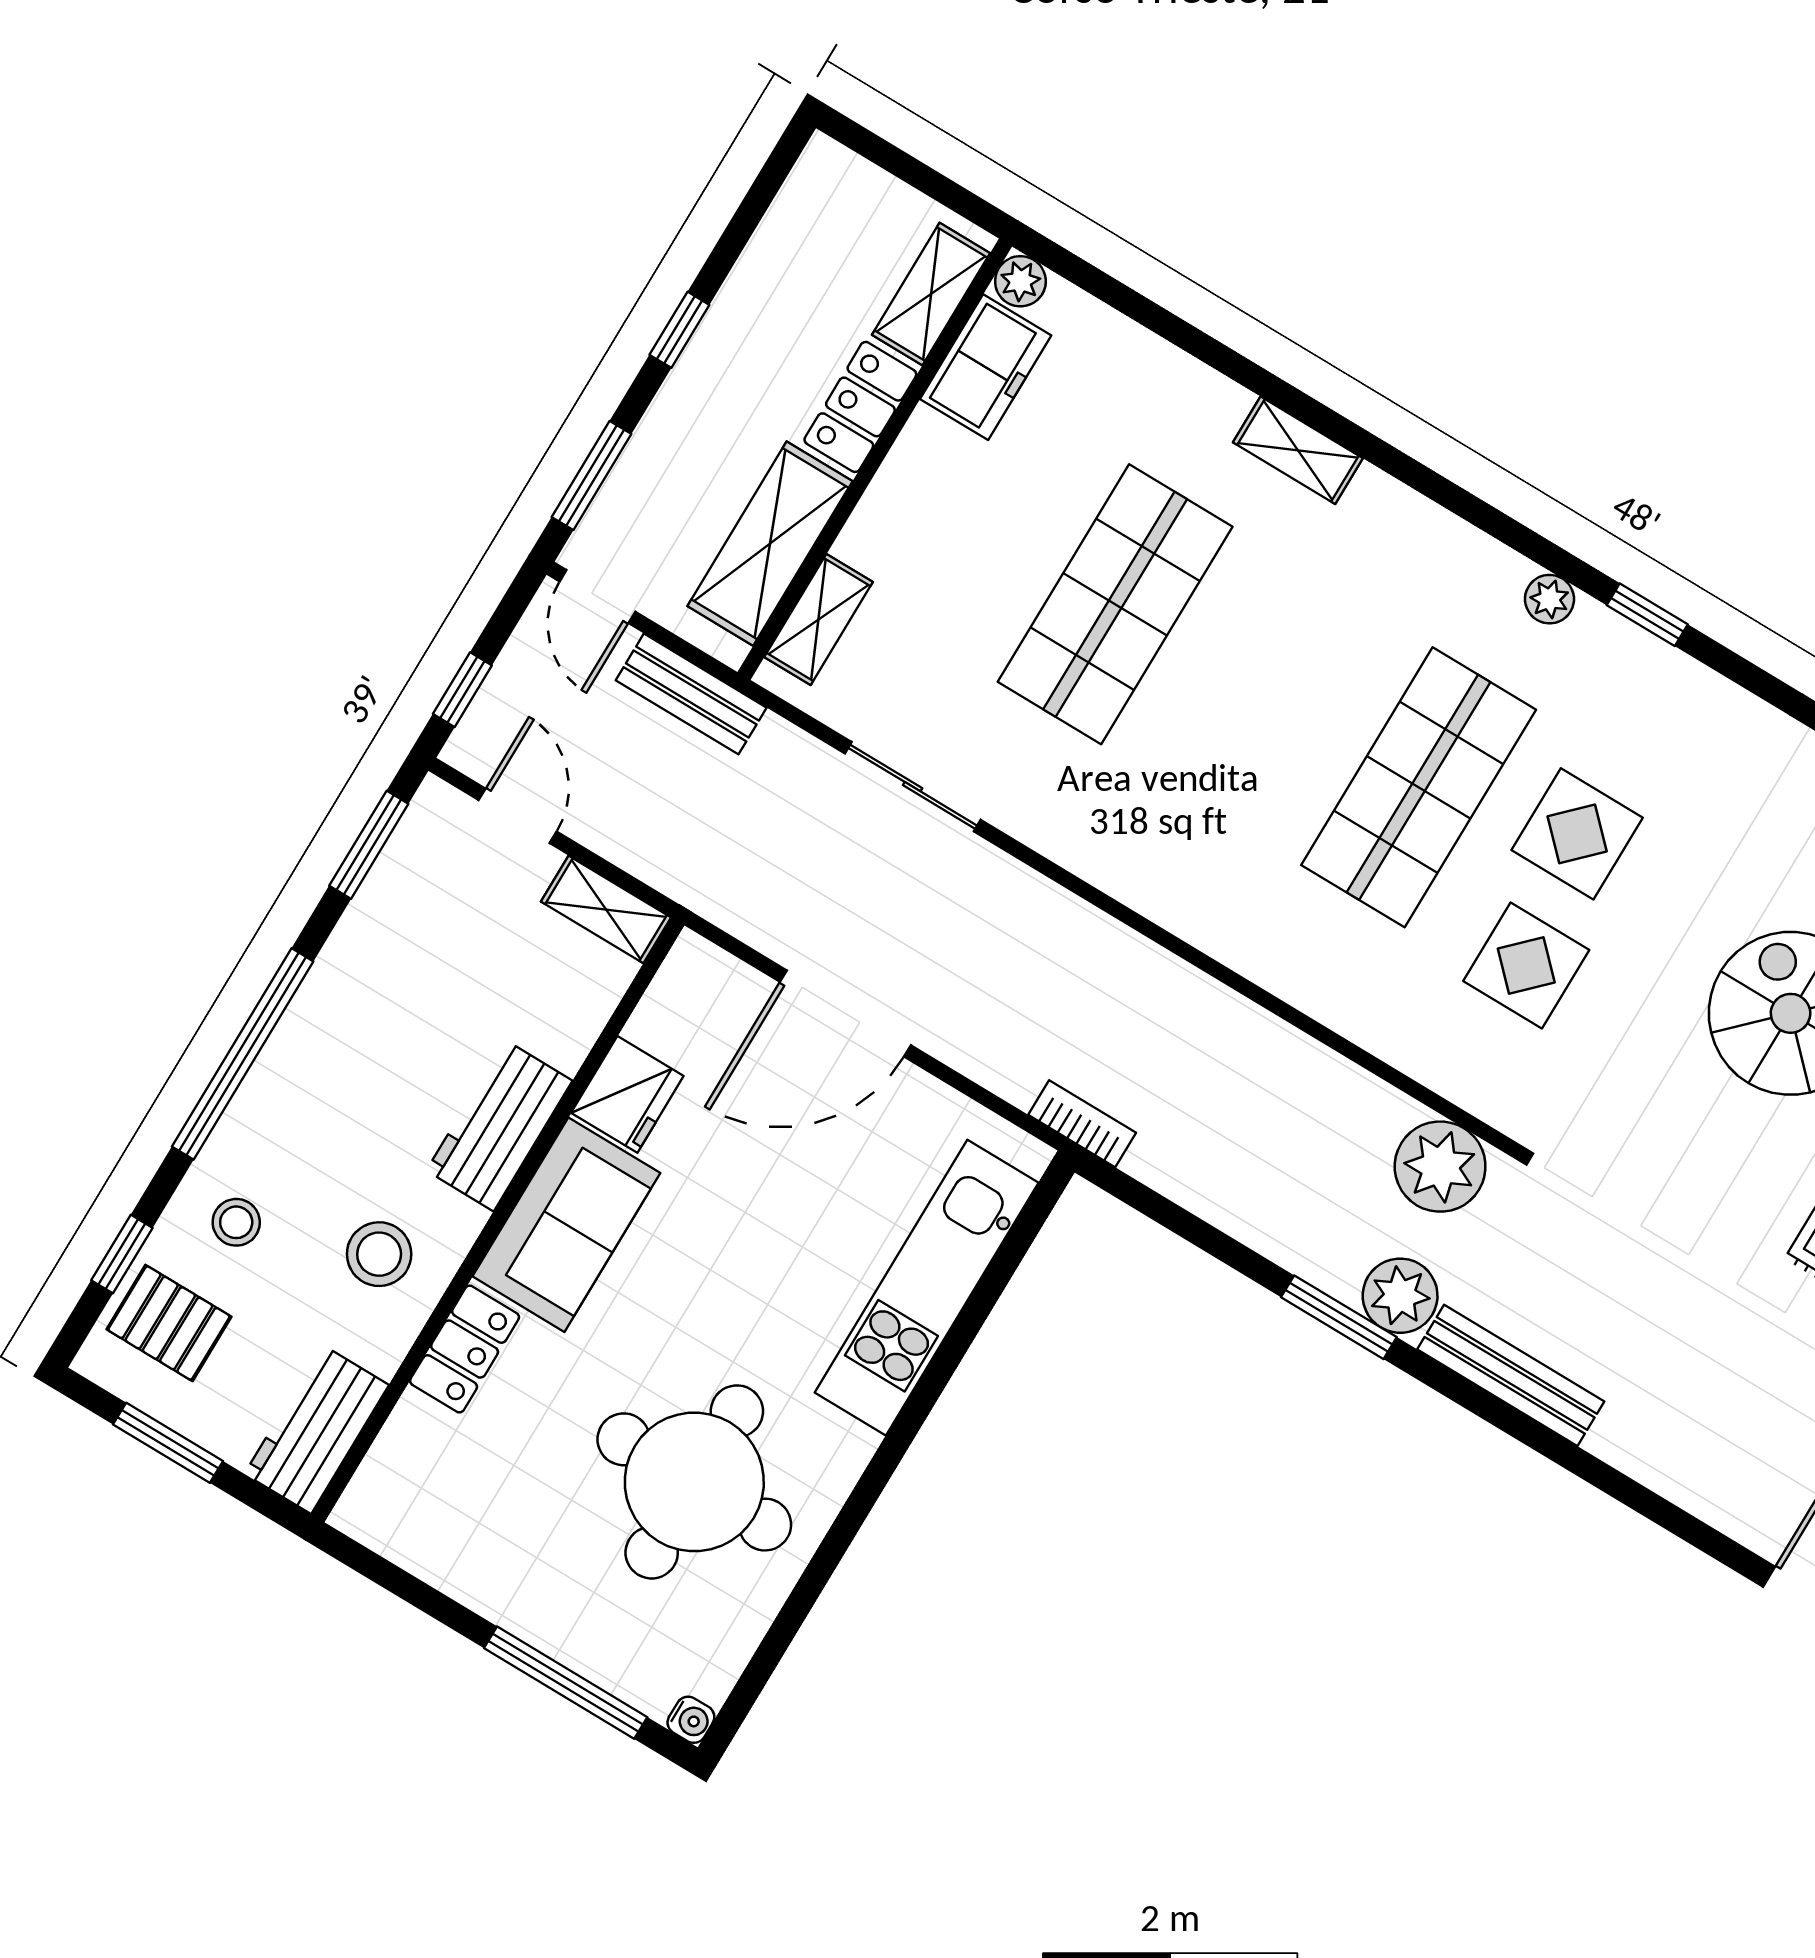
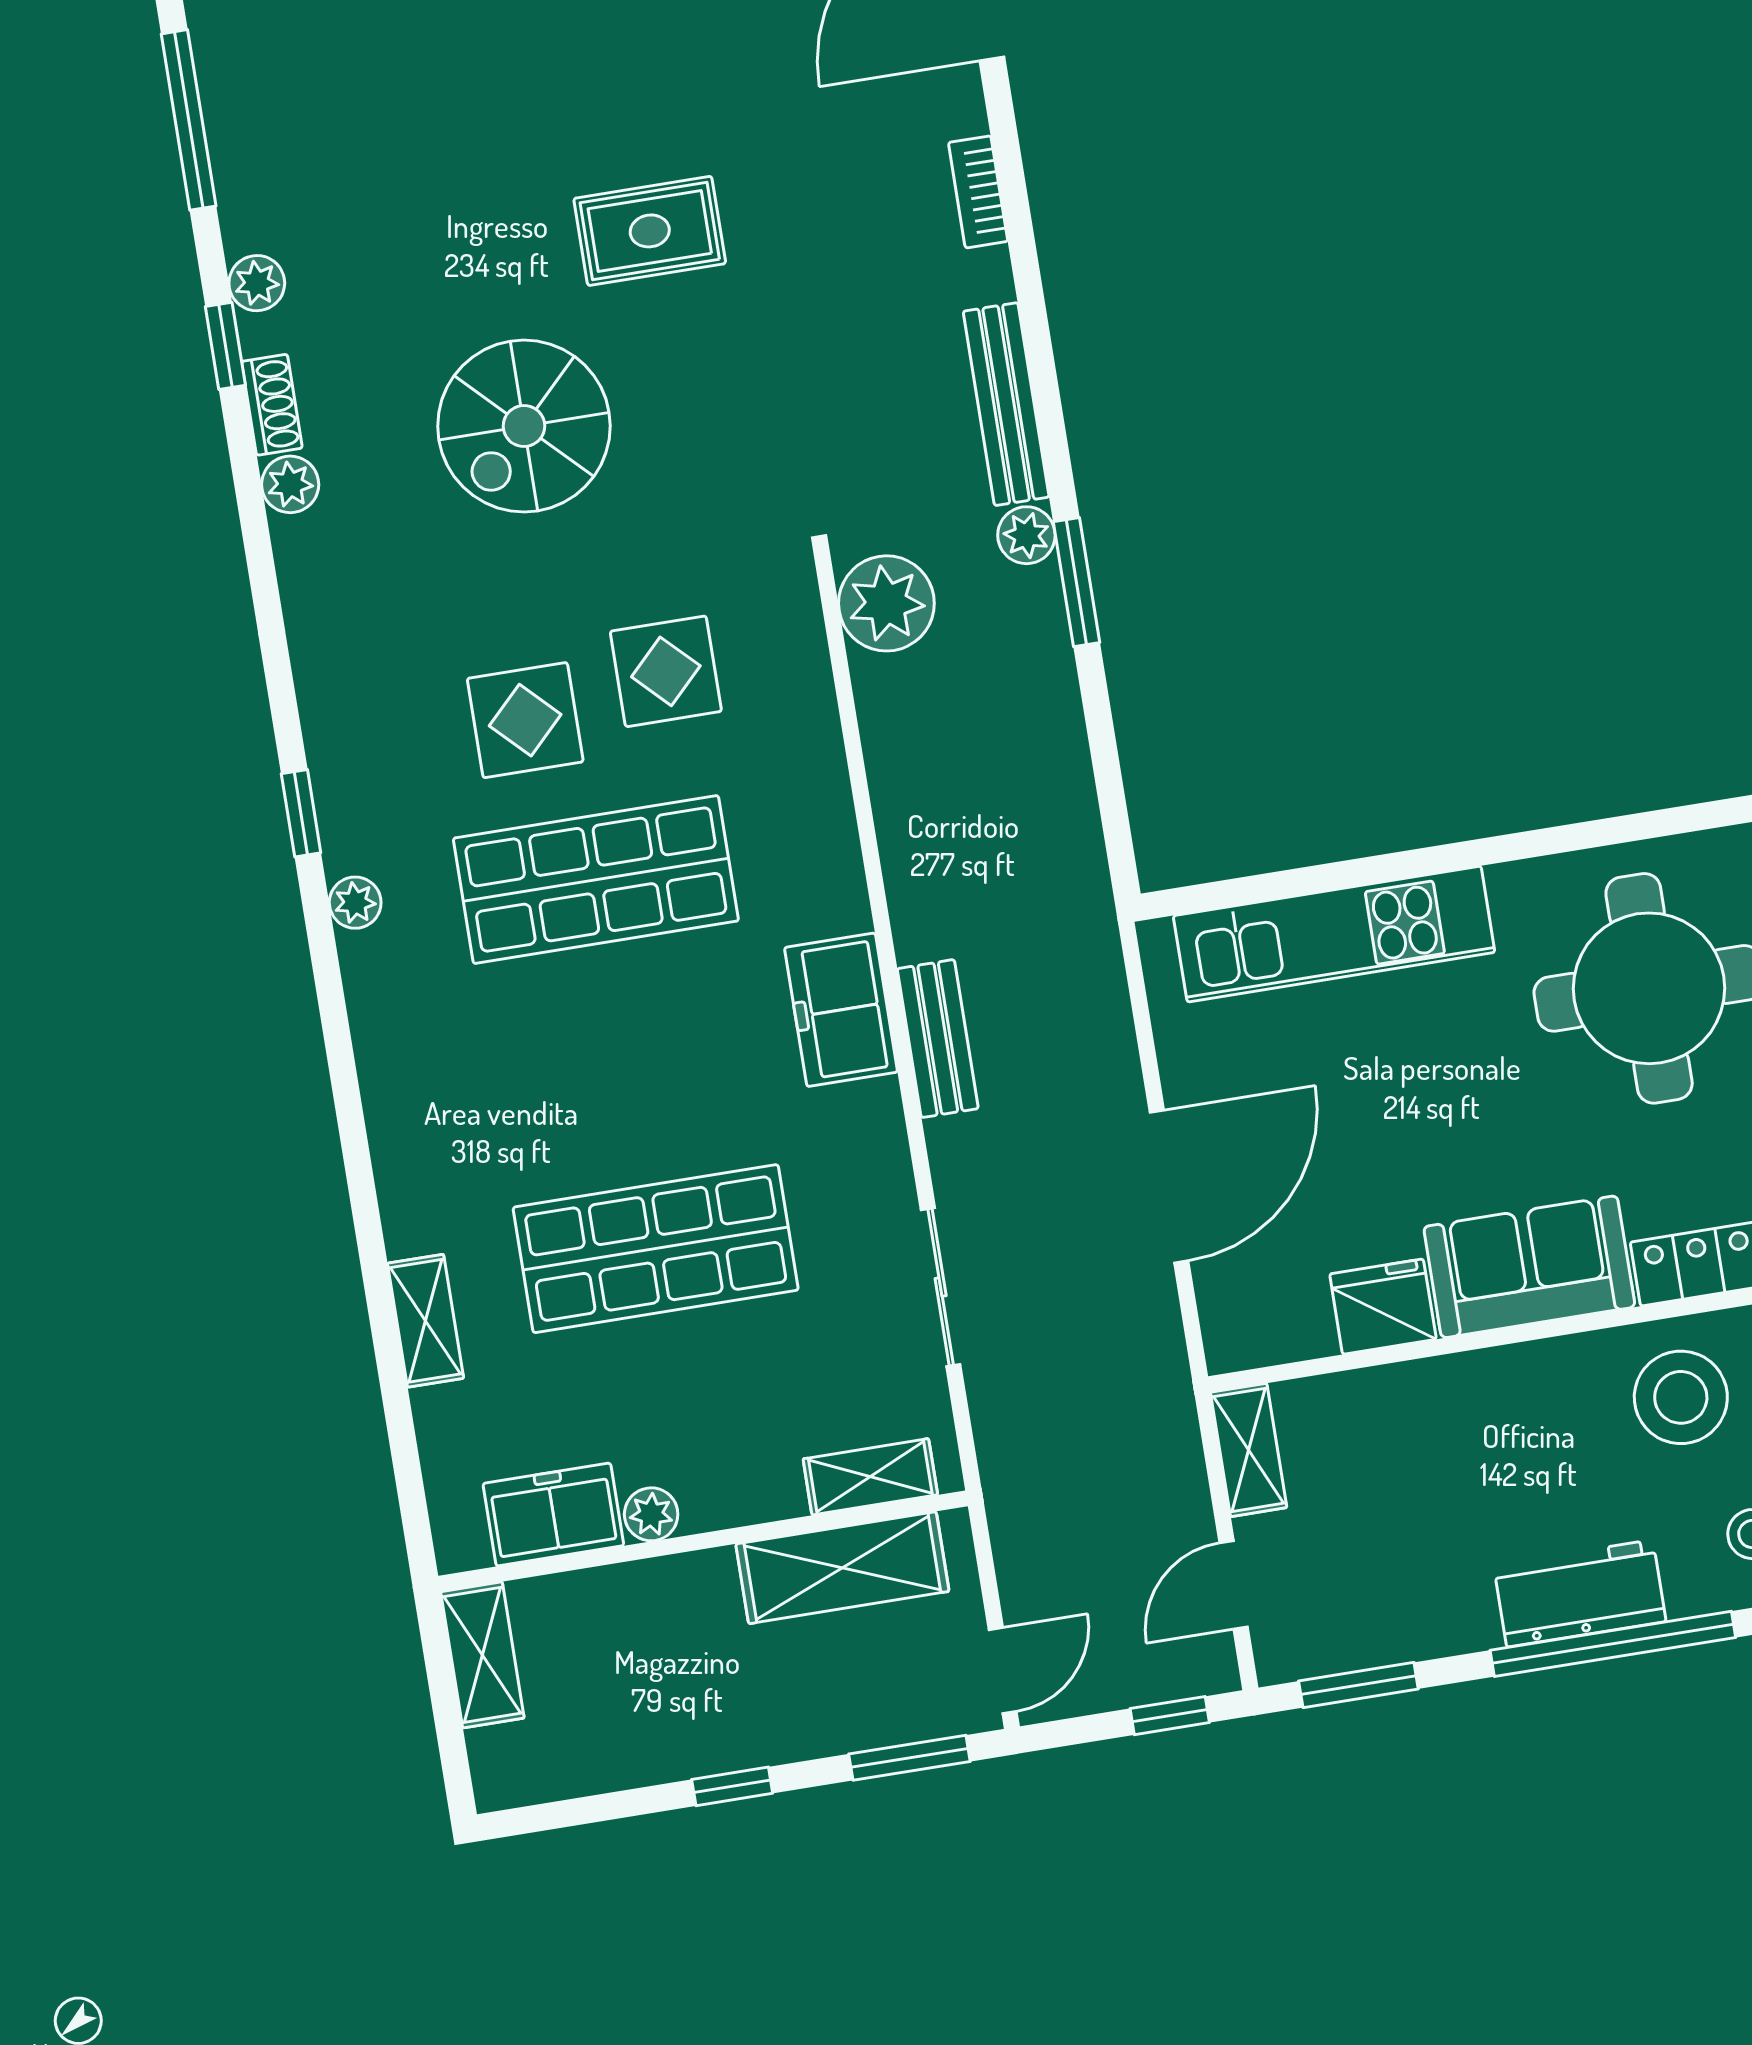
plant: (1020, 281) -> (651, 1514), moved
shelving: (931, 294) -> (482, 1655), moved, turned 90
locker: (860, 407) -> (671, 1588), removed
shelving: (1298, 450) -> (426, 1321), moved
bench: (691, 694) -> (938, 1039), moved
freezer: (1174, 885) -> (841, 1010), added
door: (845, 1013) -> (1169, 1186), hinge flipped
bookcase: (1082, 1124) -> (978, 192), moved
workbench: (499, 1126) -> (1580, 1593), moved, turned 180
stool: (379, 1254) -> (1681, 1397), width x1.38, depth x1.38
plant: (1400, 1296) -> (1026, 535), width x0.73, depth x0.73

